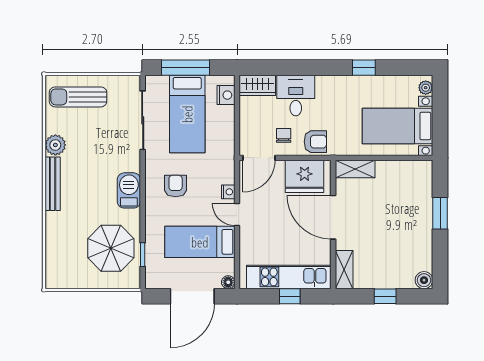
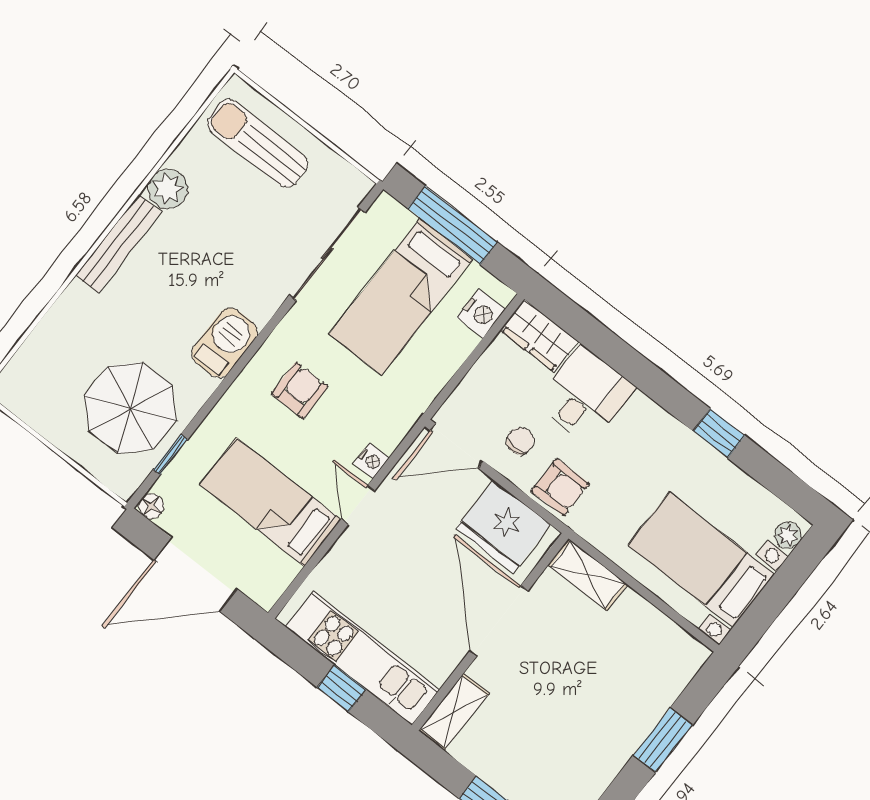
floor lamp: (228, 282) -> (151, 506), moved

